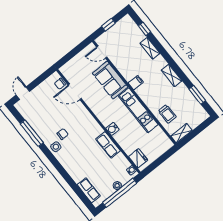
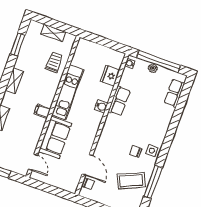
coffee table: (43, 117) -> (131, 181), added
shelving: (182, 133) -> (53, 33), moved
fridge: (138, 158) -> (110, 76), moved

